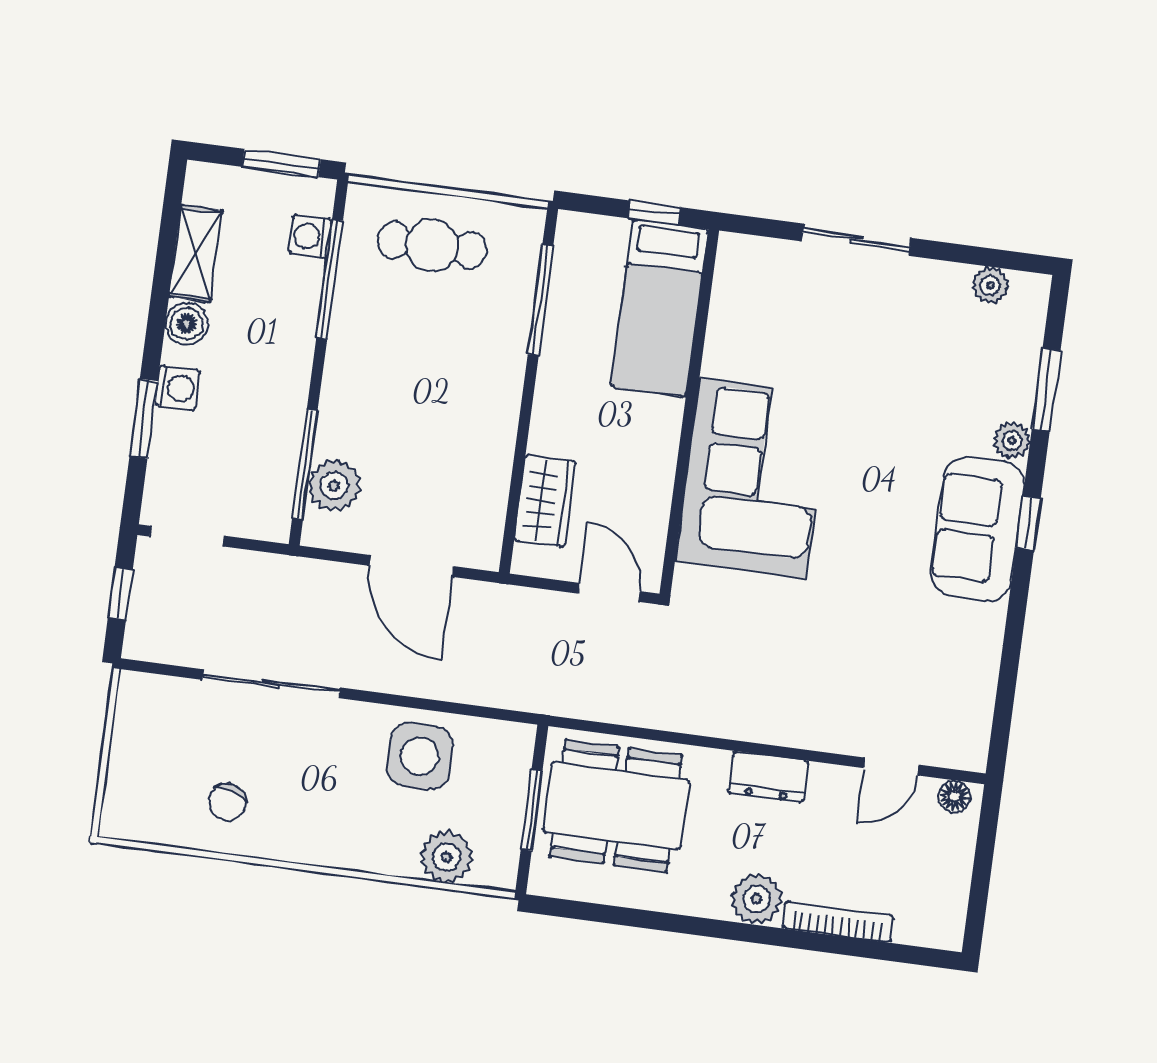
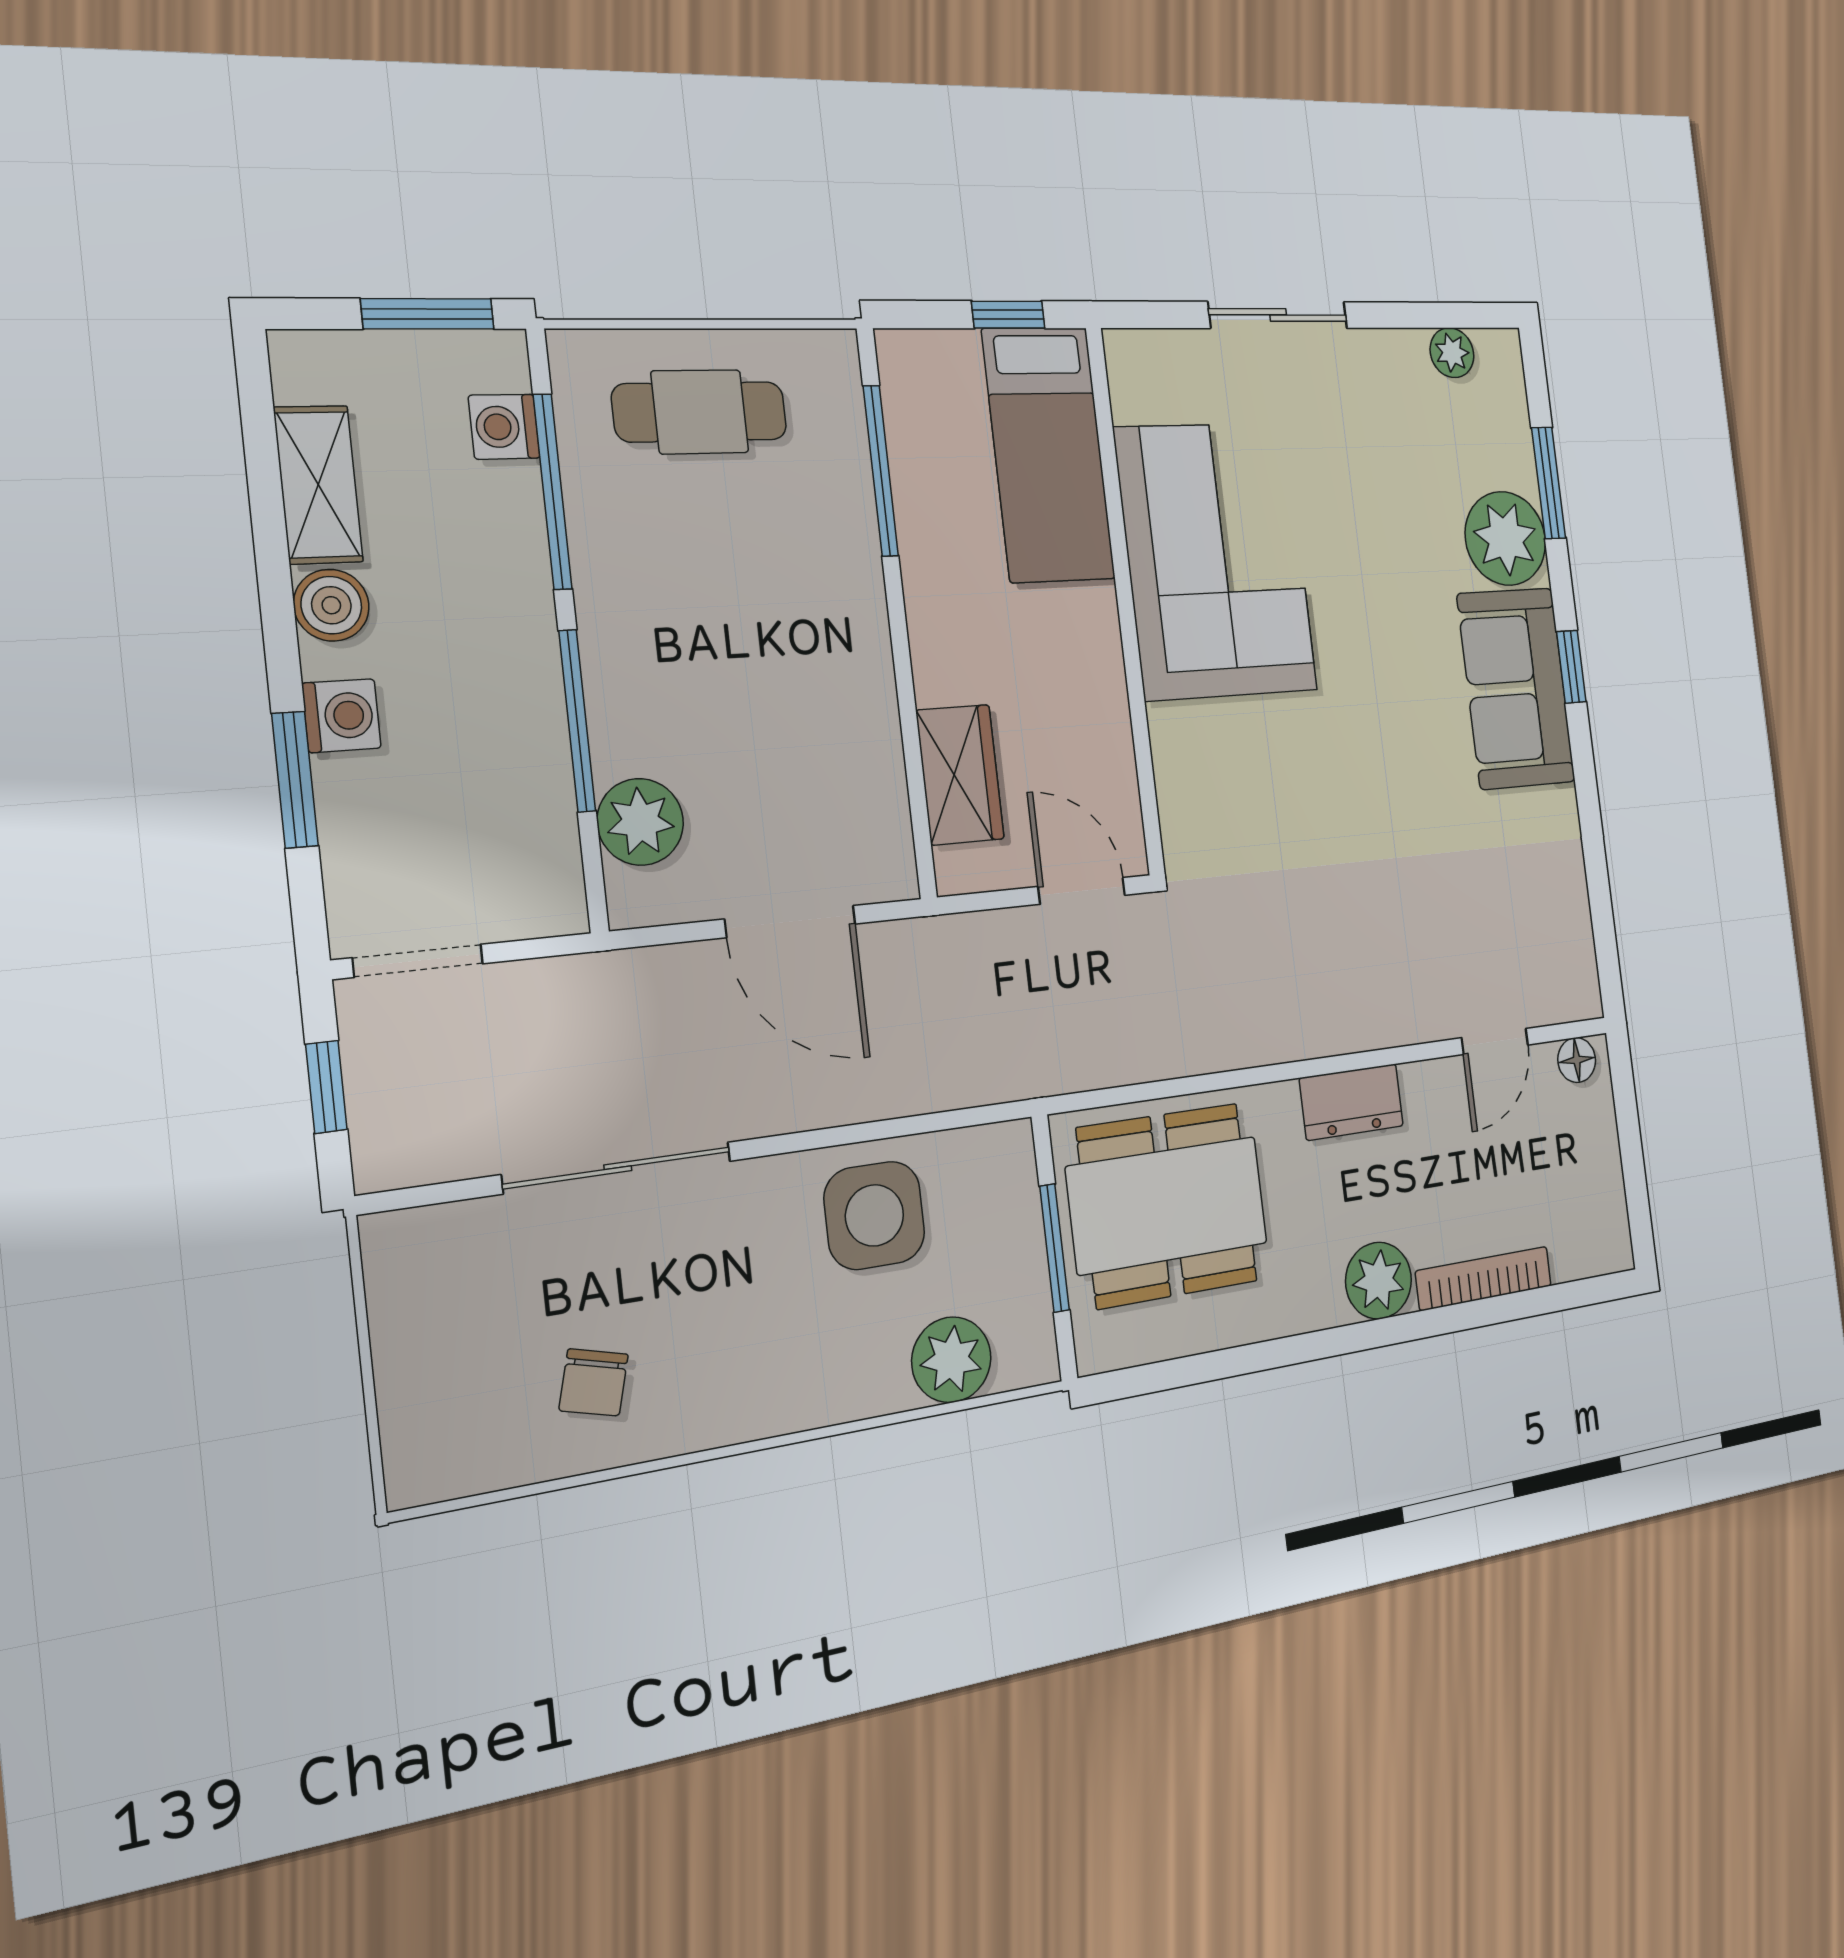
plant: (1012, 441) -> (1505, 538), width x1.88, depth x1.88
window: (305, 465) -> (577, 721), moved
corner sofa: (753, 478) -> (1216, 560), moved

